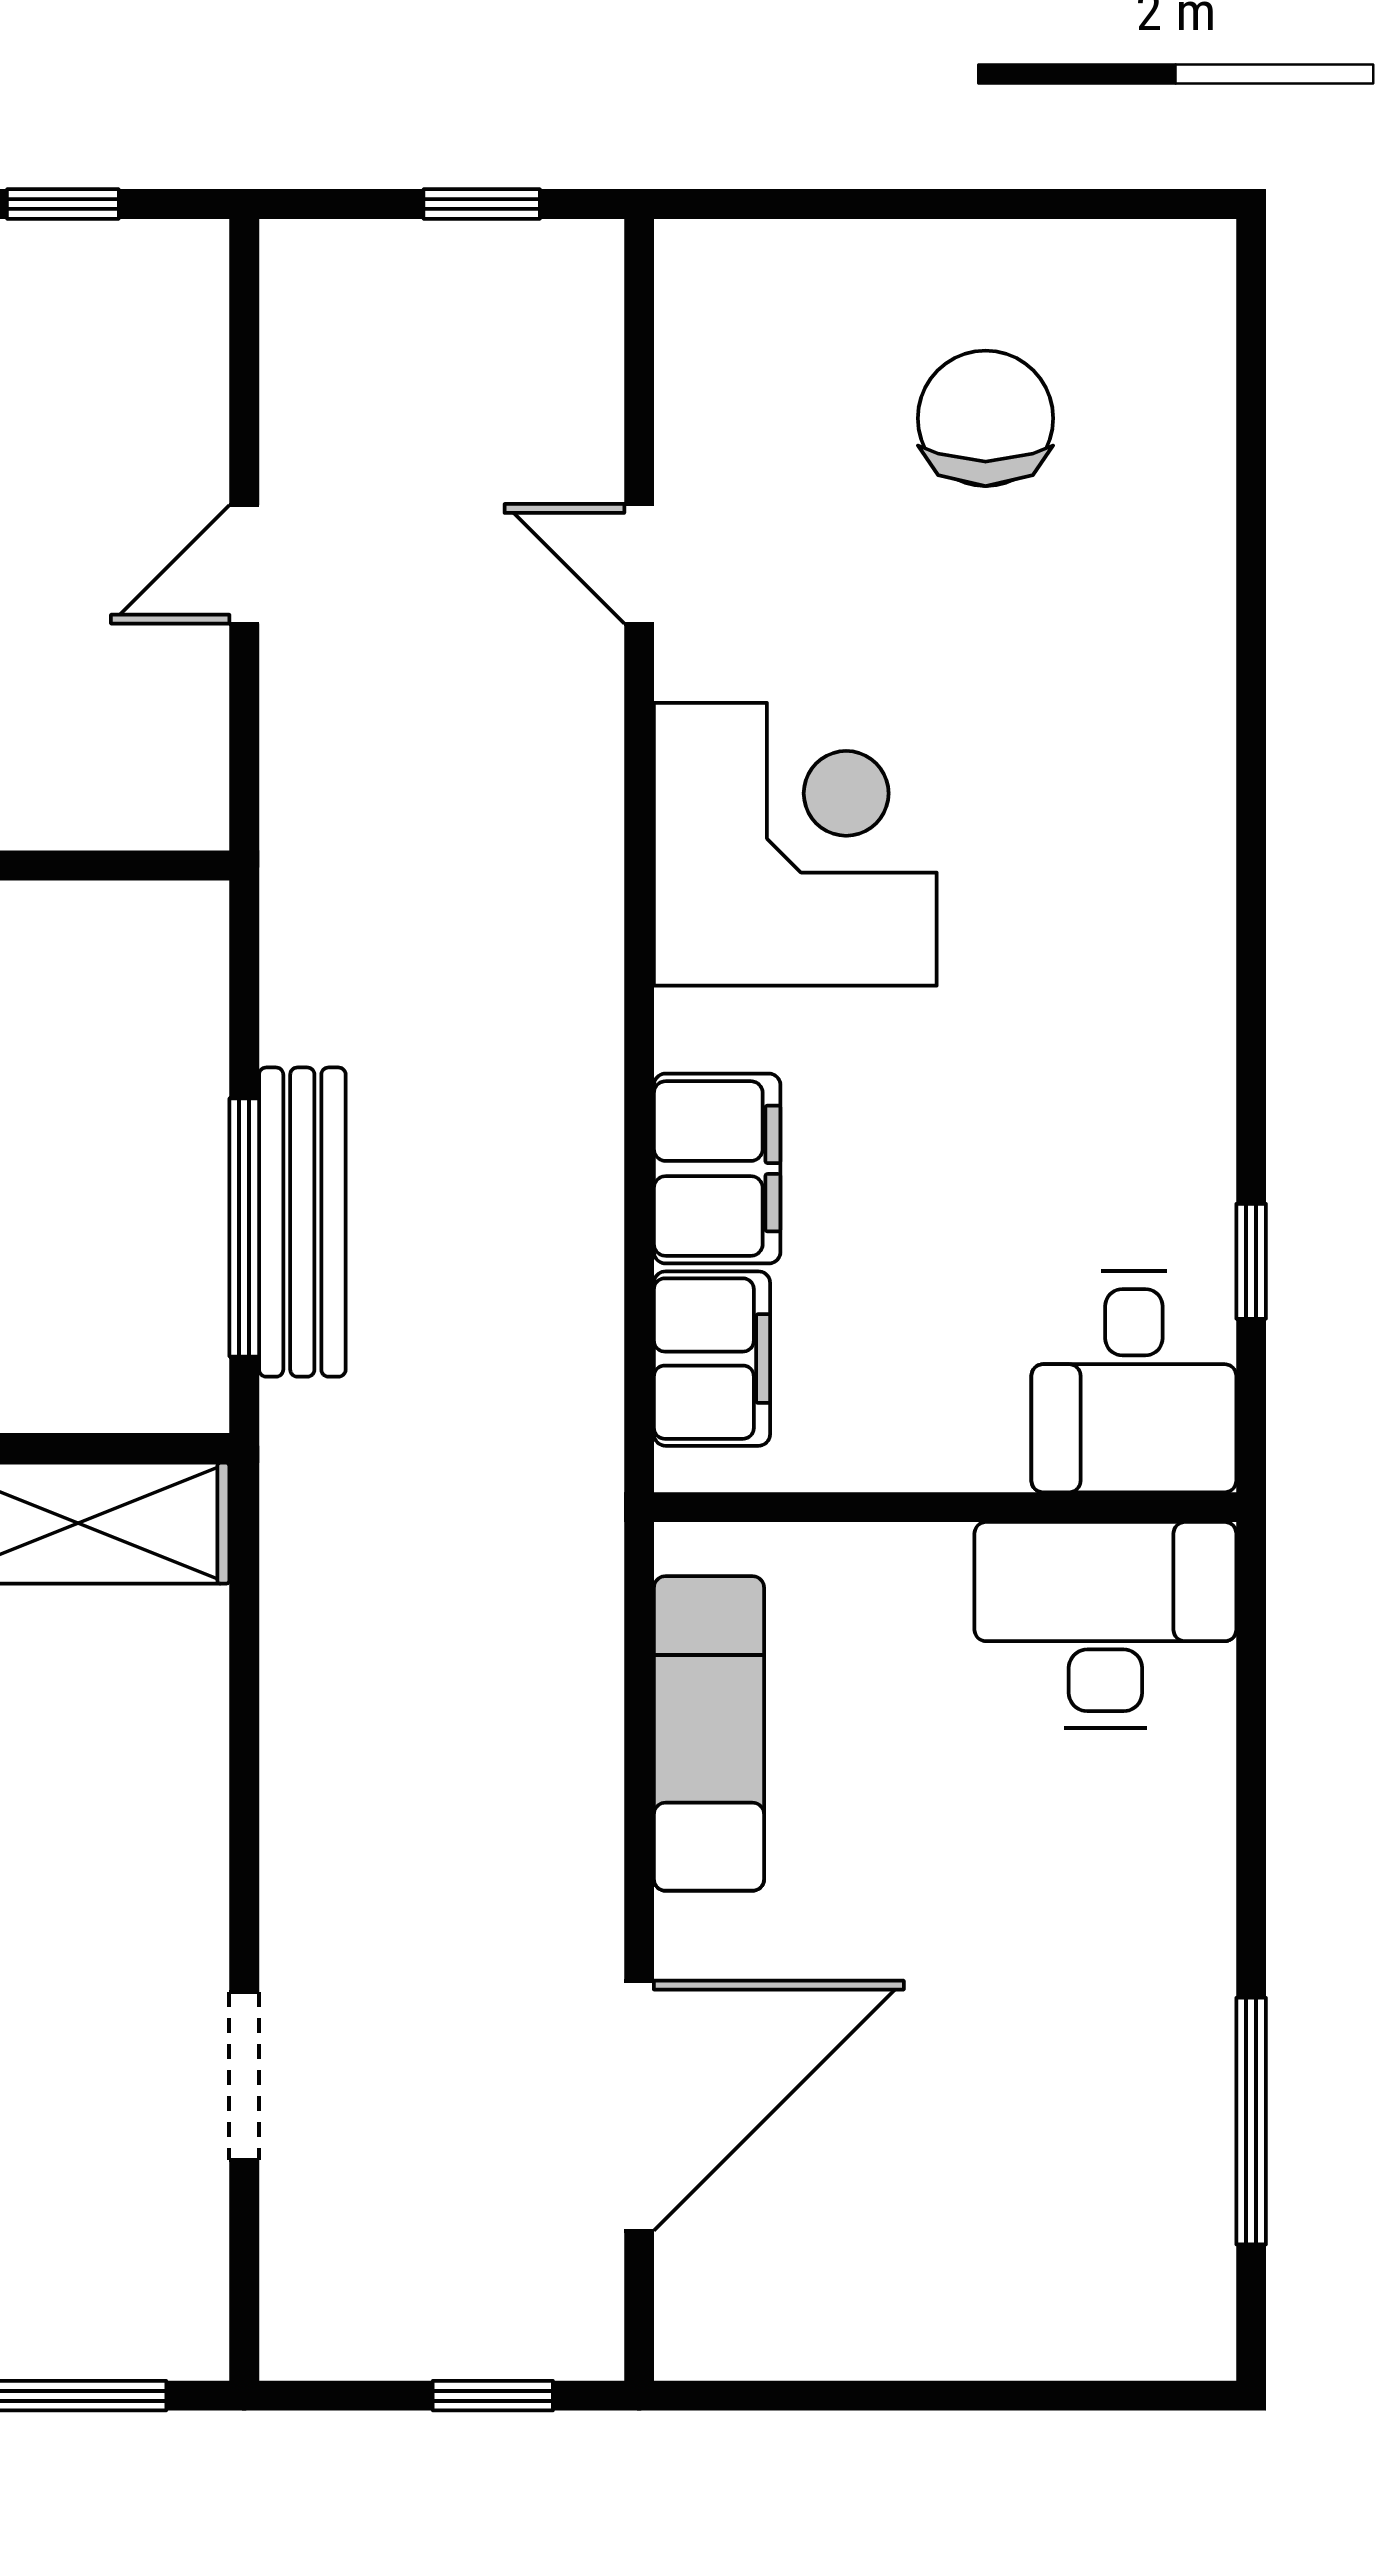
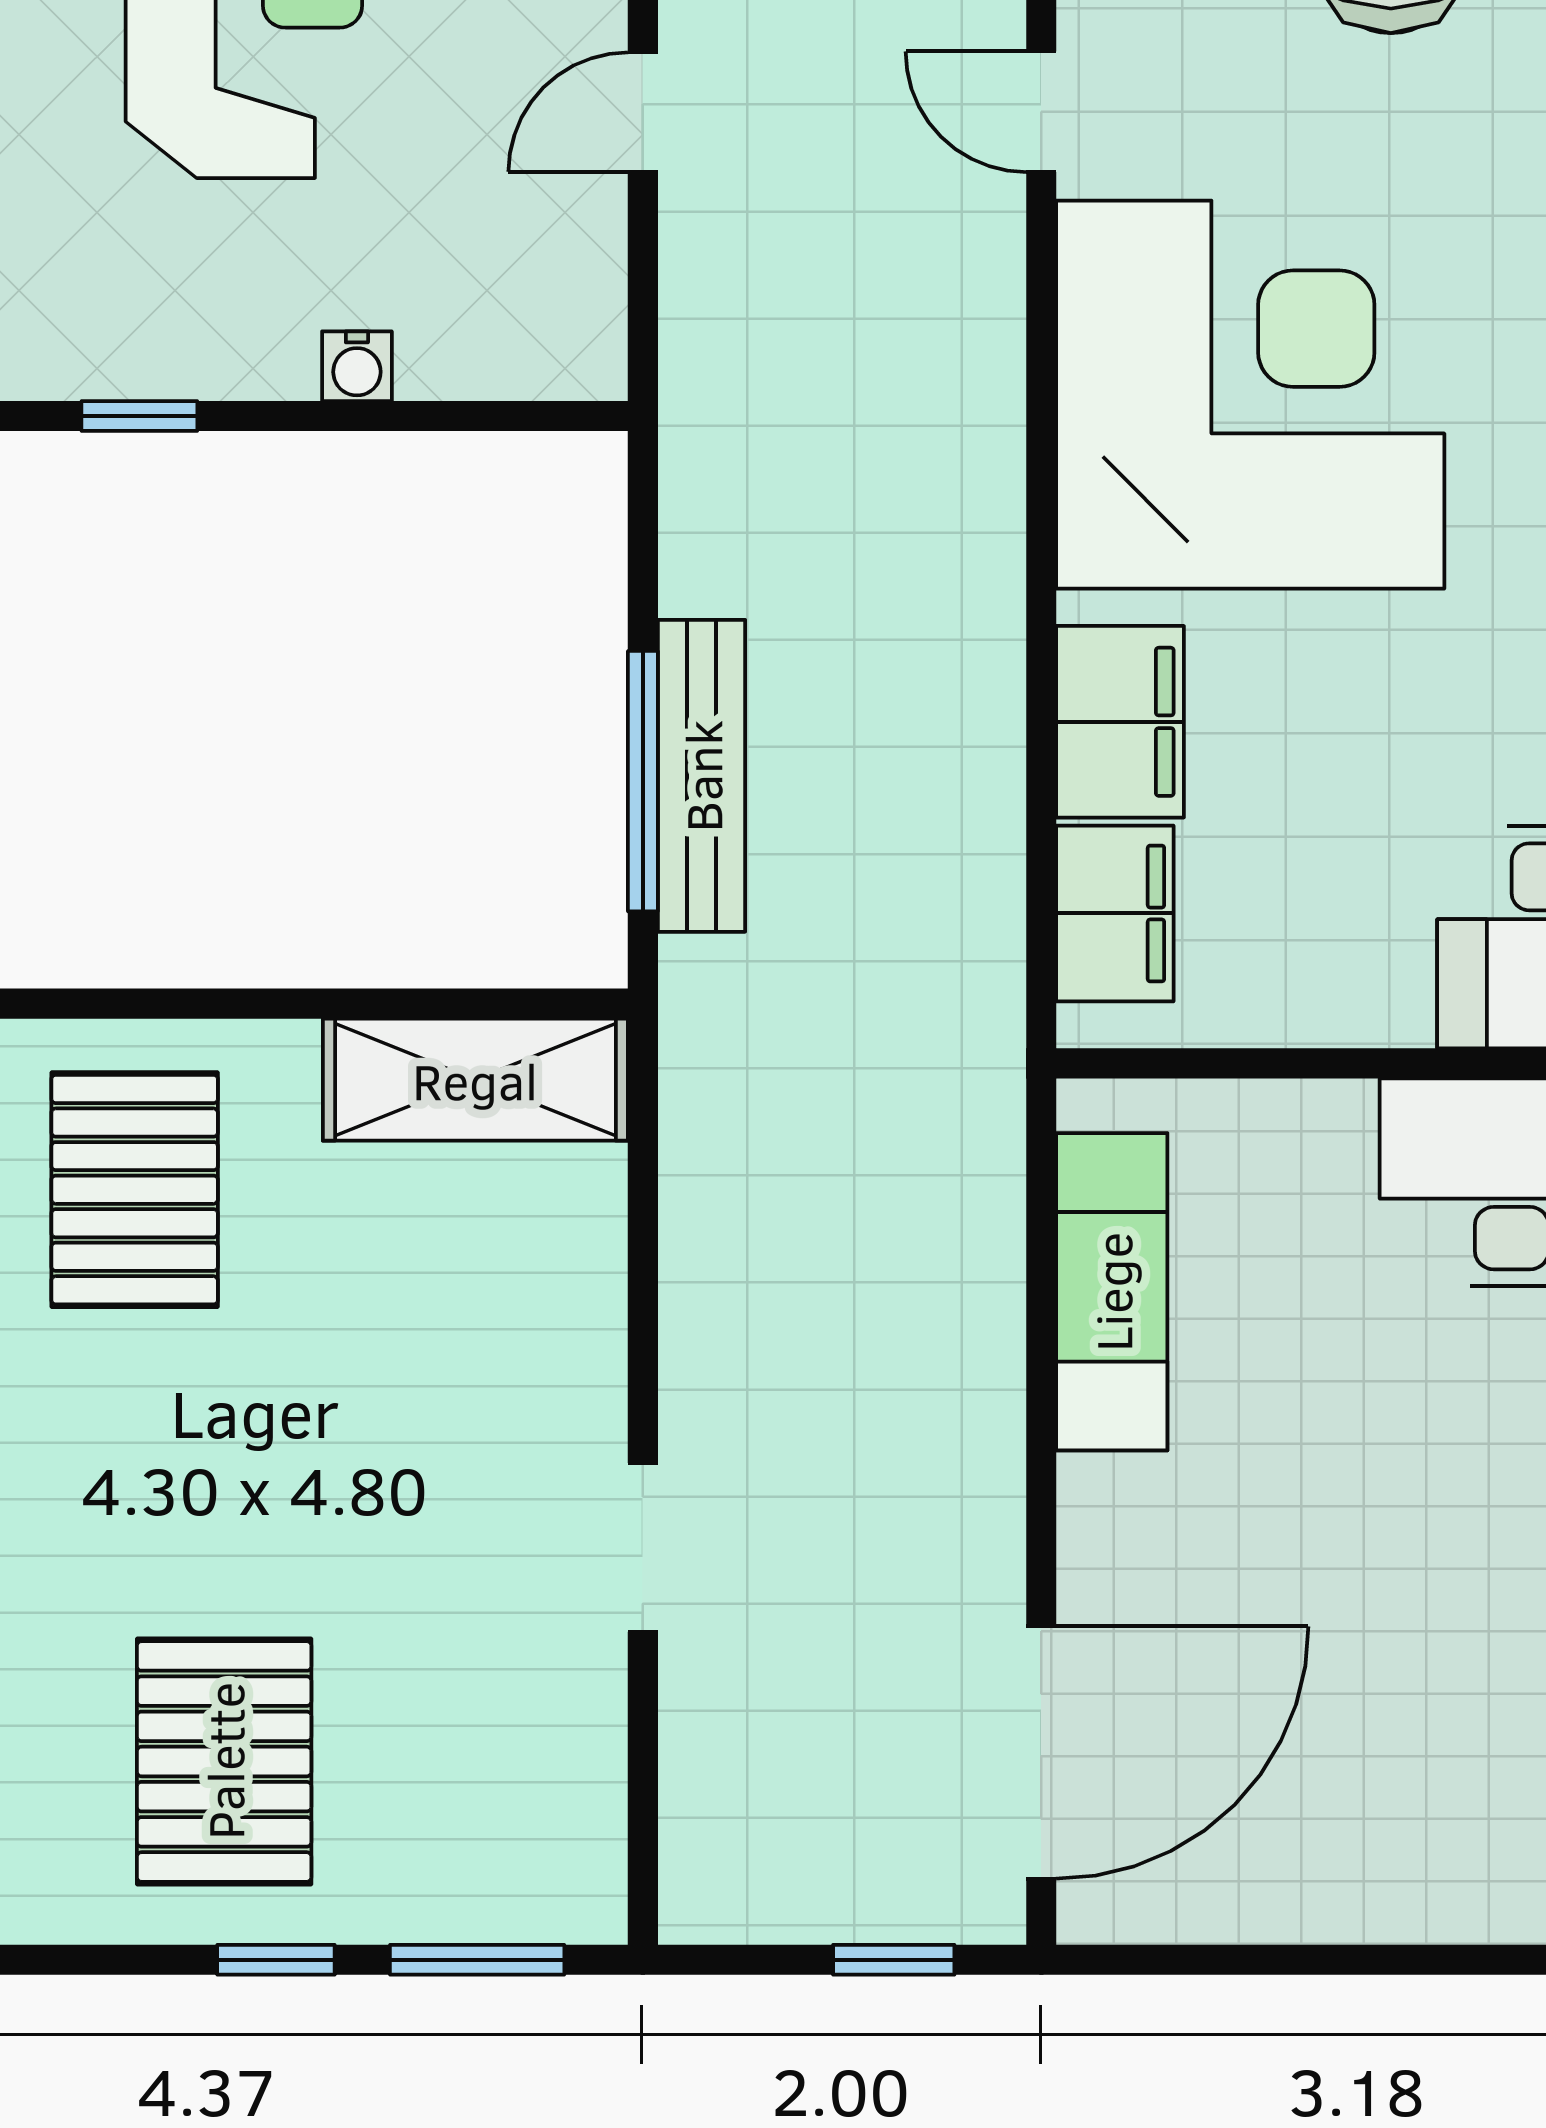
corner desk: (795, 844) -> (1250, 395), width x1.36, depth x1.36
doorway: (244, 2076) -> (643, 1547), moved
door: (639, 2106) -> (1041, 1753), moved

